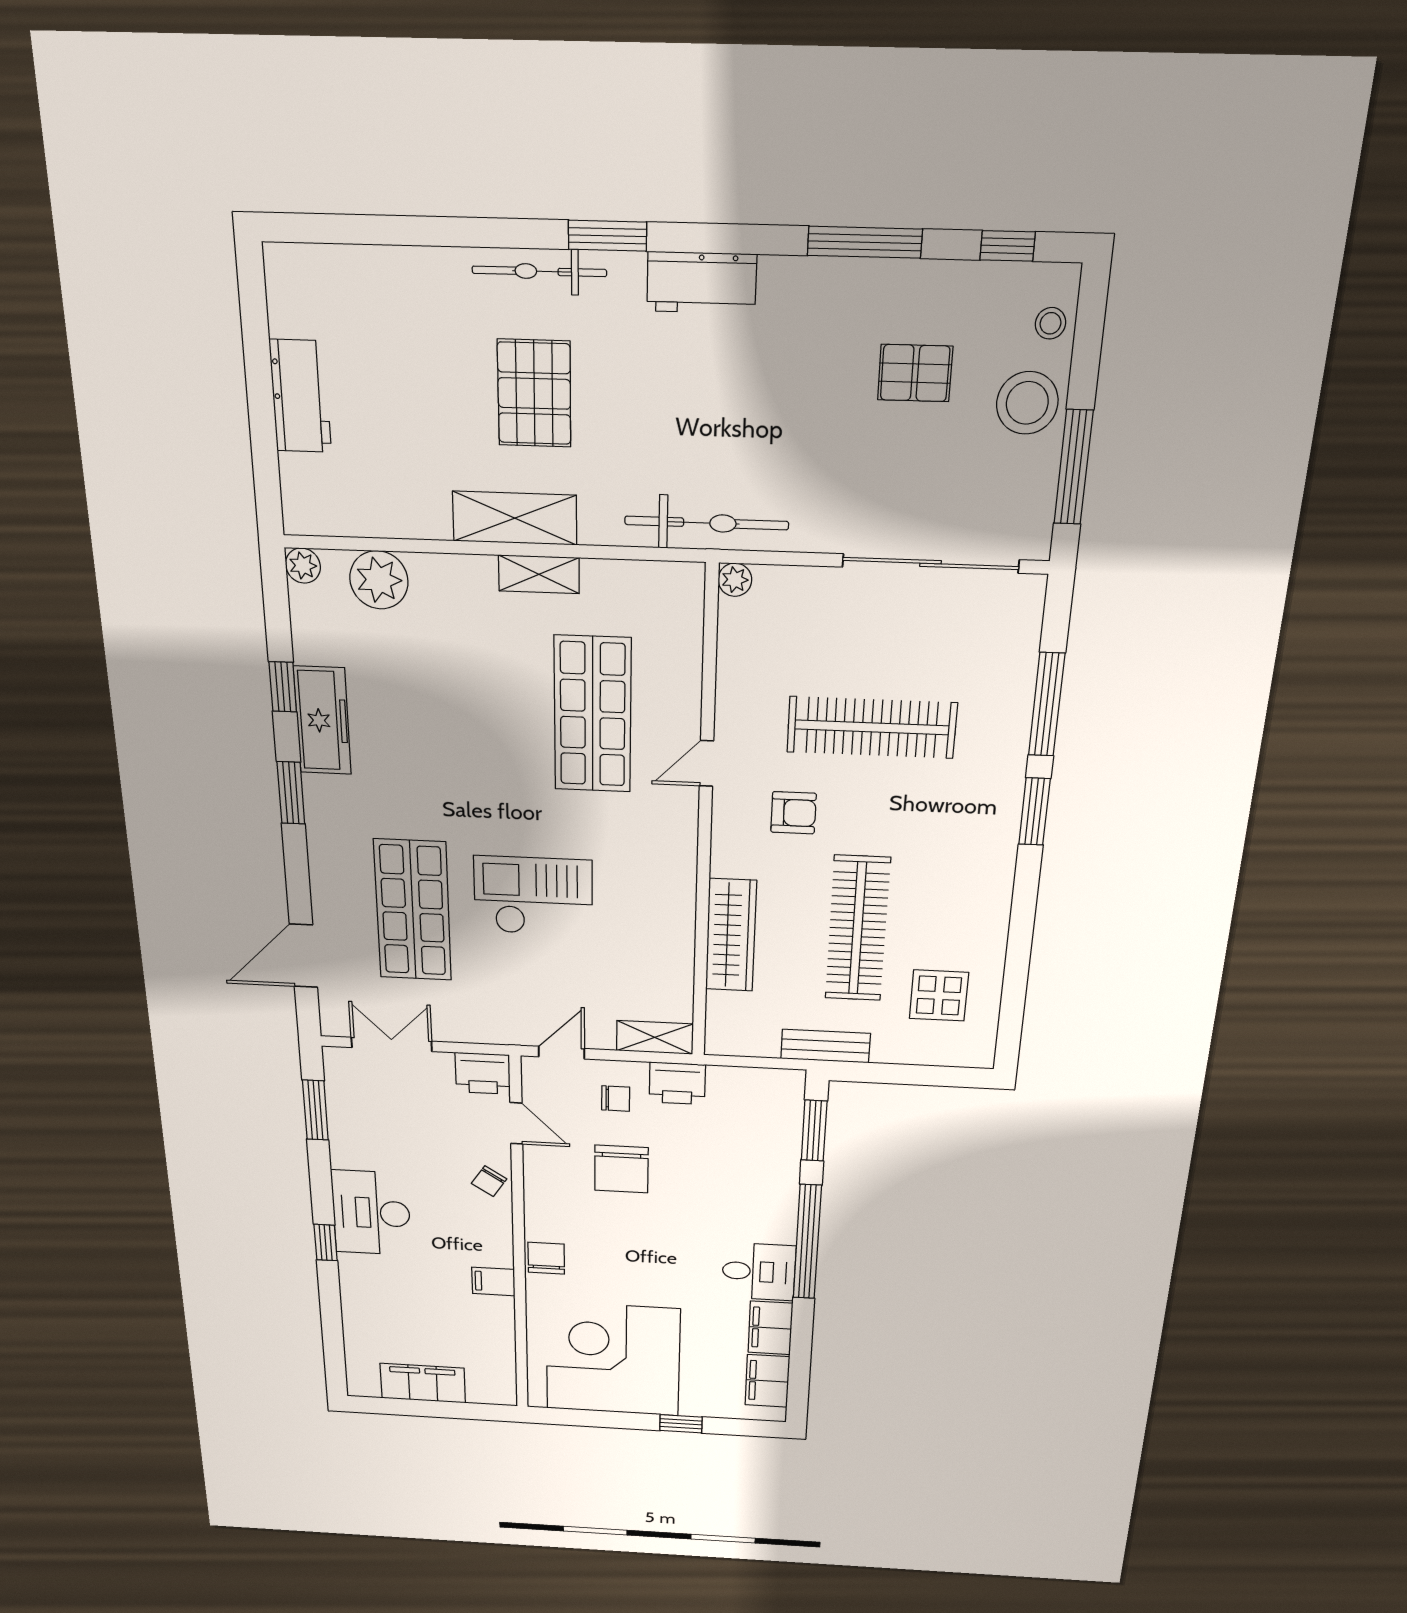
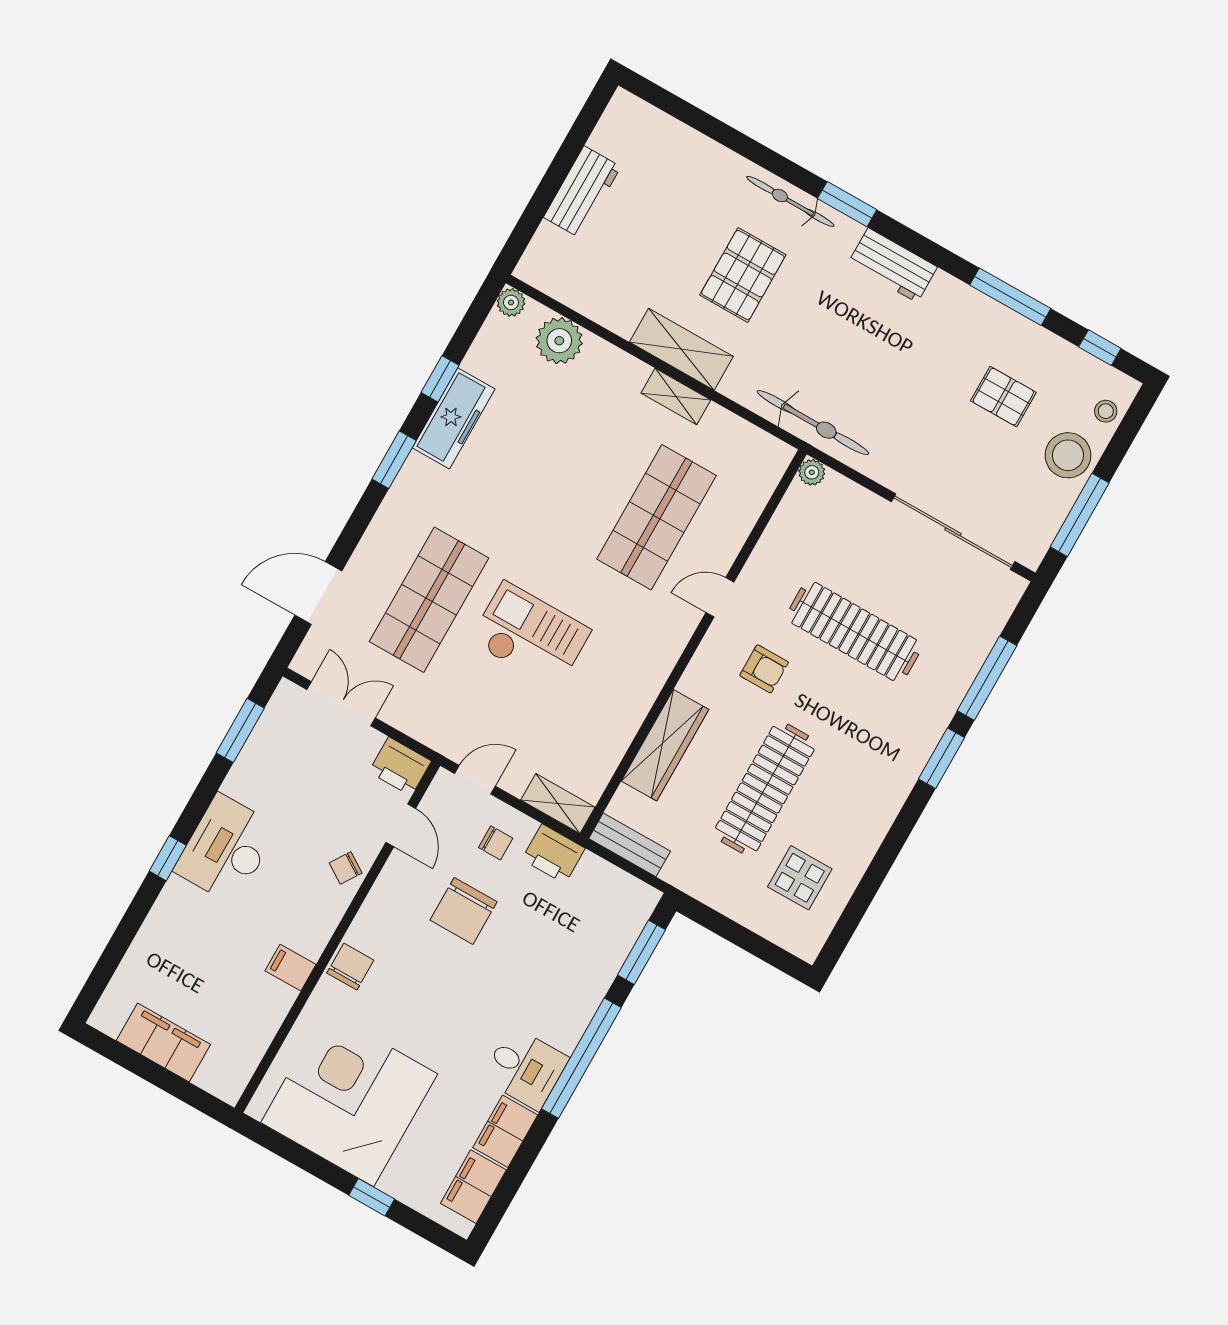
bench: (826, 1046) -> (630, 845), moved

